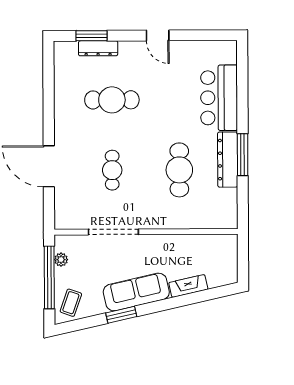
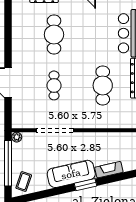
cafe table: (112, 100) -> (54, 35), turned 90
plant: (61, 260) -> (17, 137), moved
window: (121, 315) -> (86, 185), moved

